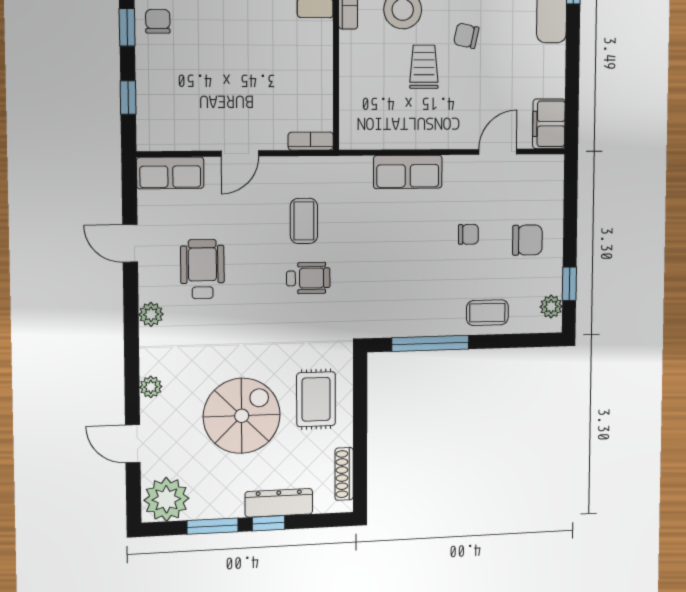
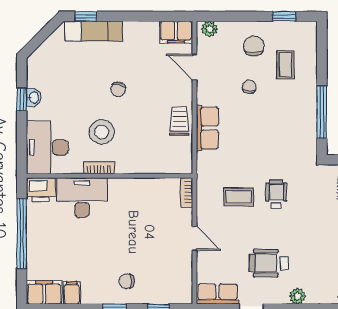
chair: (158, 21) -> (127, 281), moved
trolley: (424, 67) -> (179, 121), moved, turned 90
row of seats: (170, 173) -> (218, 294), moved, turned -90
plant: (551, 307) -> (210, 29), moved
coffee table: (487, 313) -> (285, 65), moved

